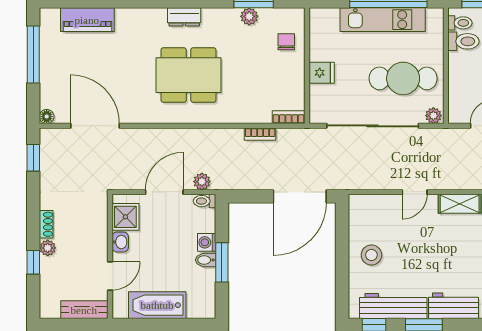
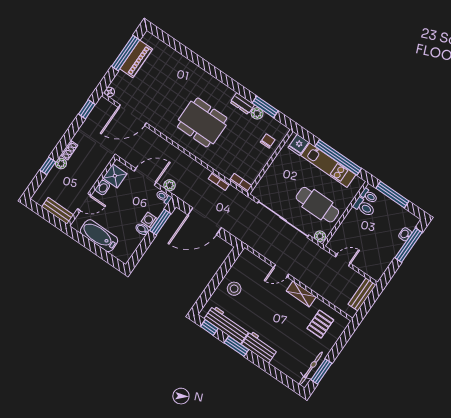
dresser: (184, 17) -> (242, 104), moved
piano: (87, 20) -> (136, 59), moved, turned -90
fridge: (322, 73) -> (298, 145), moved, turned 90
door: (95, 126) -> (132, 115), swing flipped
door: (300, 196) -> (205, 221), moved
window: (222, 262) -> (160, 222), moved

